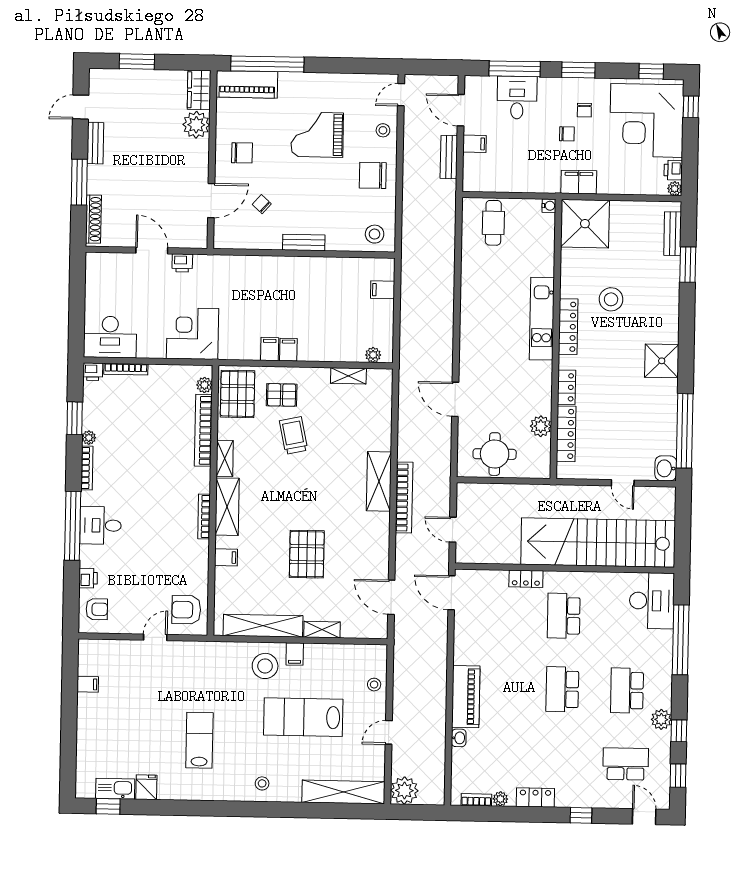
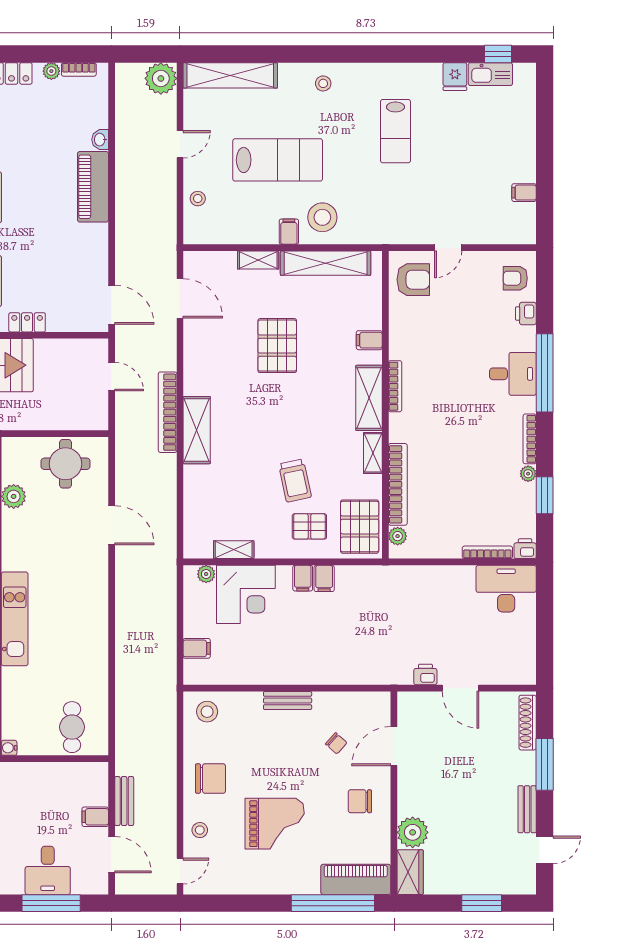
corner desk: (193, 334) -> (246, 594), moved

